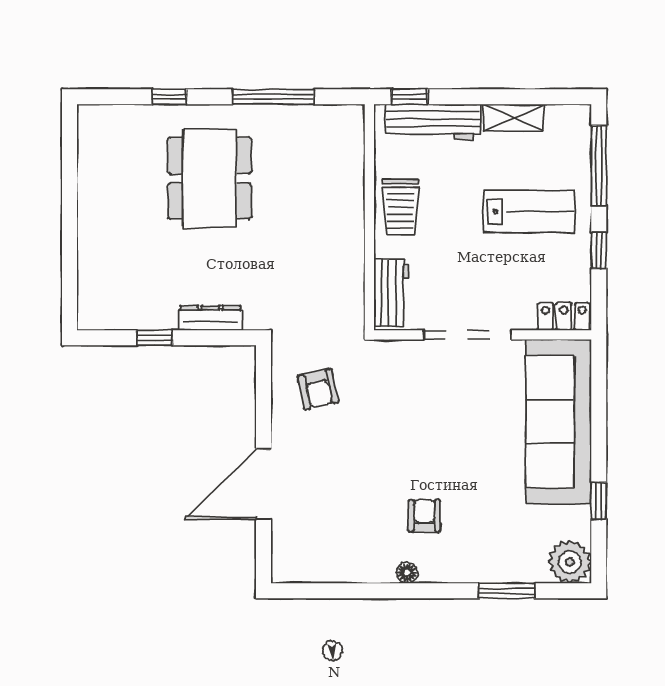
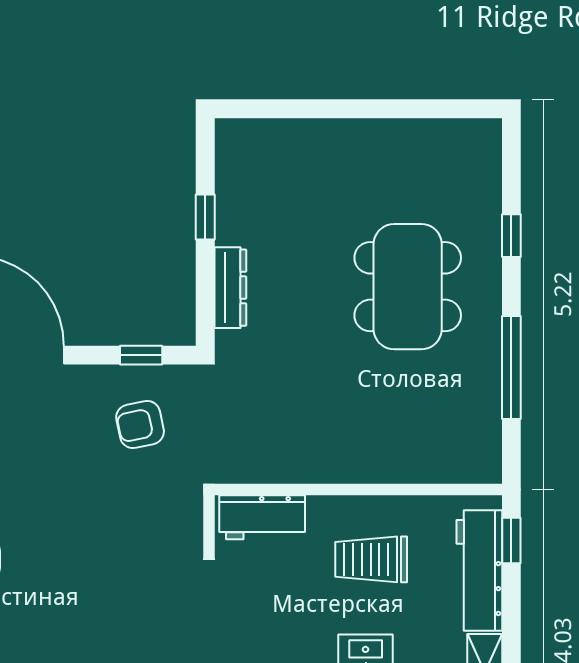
dining table: (210, 178) -> (408, 287), turned 90
trolley: (401, 207) -> (371, 559), moved
window: (264, 388) -> (141, 355), added

